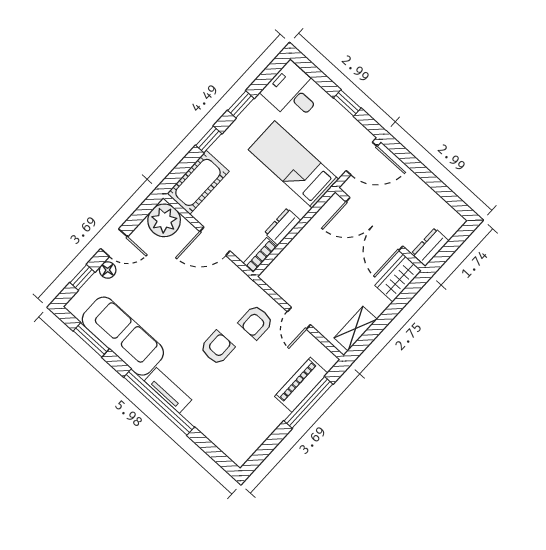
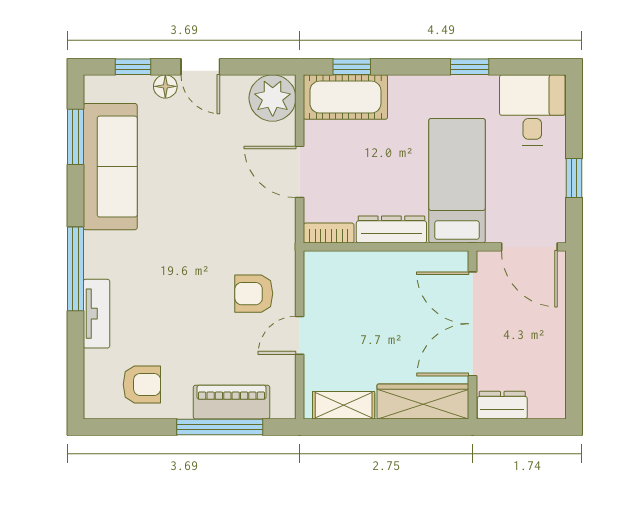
window: (209, 139) -> (352, 67), moved
dresser: (283, 227) -> (391, 229), width x1.44
wardrobe: (398, 278) -> (423, 401), width x1.50
armchair: (217, 348) -> (142, 384), moved
tv unit: (168, 390) -> (97, 314), moved
window: (159, 402) -> (75, 269), width x0.68

